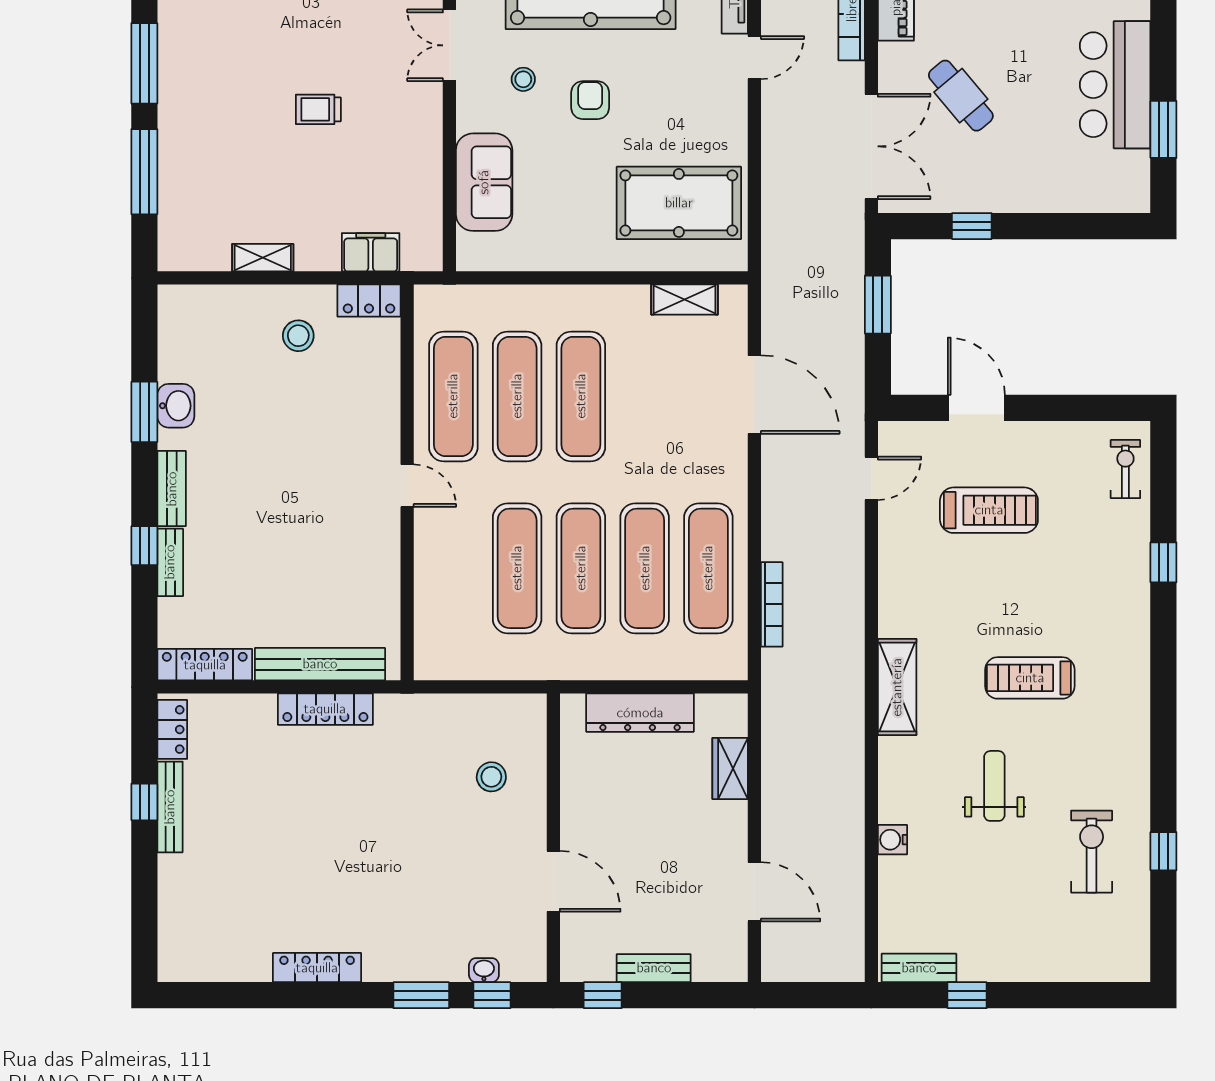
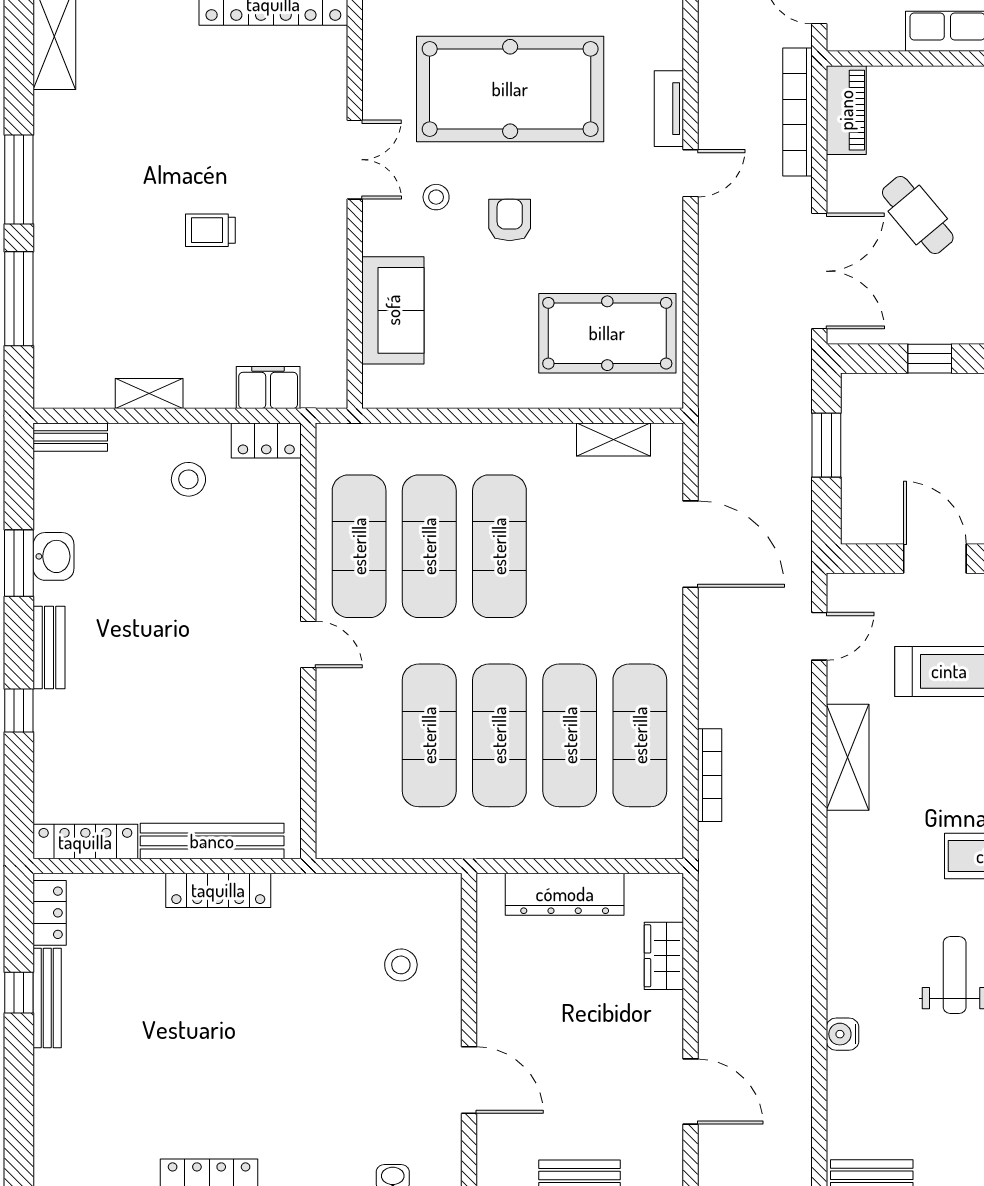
double door: (449, 45) -> (355, 160), swing flipped
bench: (170, 562) -> (70, 437), moved, turned 90
shelving: (897, 687) -> (848, 757), moved

